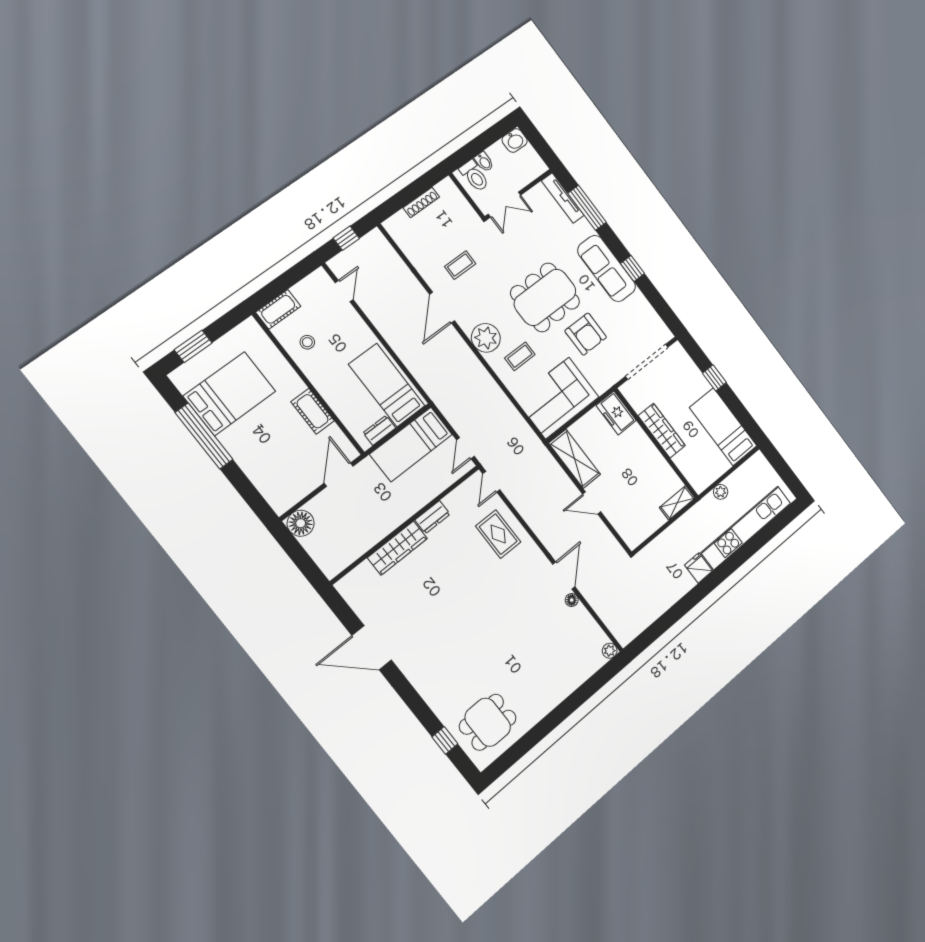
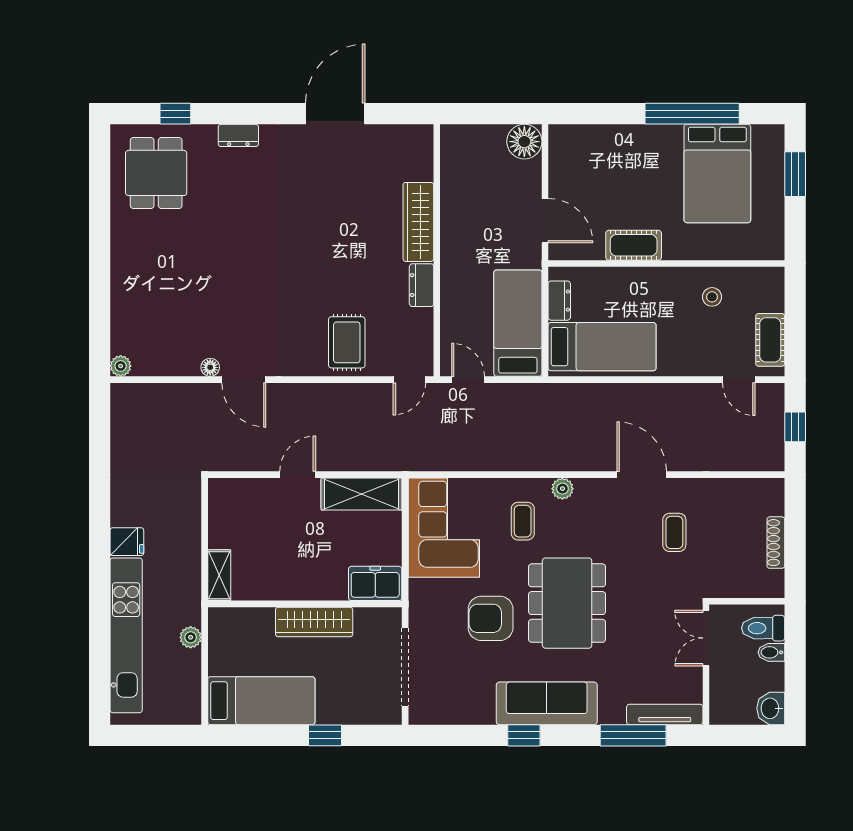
cot: (278, 309) -> (770, 340), moved
plant: (486, 338) -> (562, 489), width x0.53, depth x0.53
door: (491, 482) -> (409, 380), swing flipped
rug: (498, 534) -> (347, 342), turned 90
dresser: (429, 693) -> (238, 135), added

